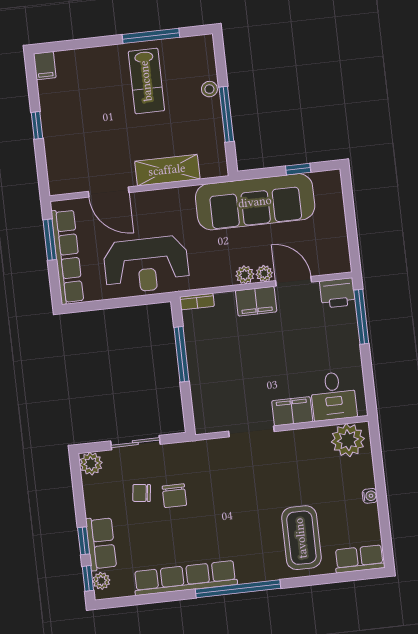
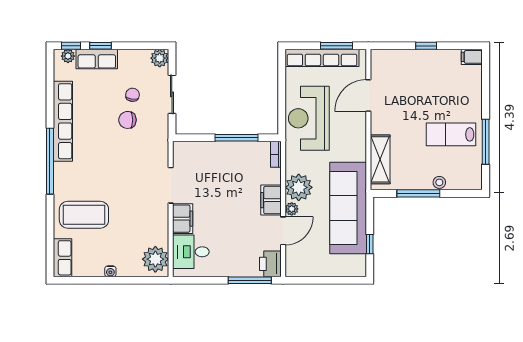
shelving: (167, 170) -> (380, 159), moved
plant: (245, 275) -> (299, 187), width x1.88, depth x1.88

